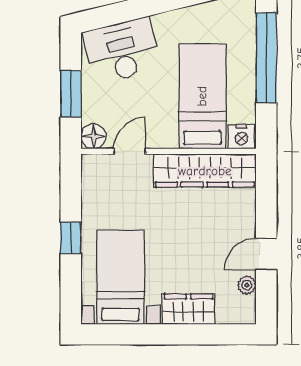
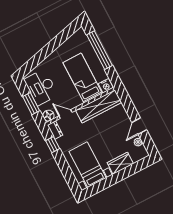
desk: (122, 51) -> (41, 87), moved, turned -76
door: (130, 151) -> (66, 114), hinge flipped
dresser: (91, 173) -> (55, 130), added
window: (71, 238) -> (53, 145), moved

